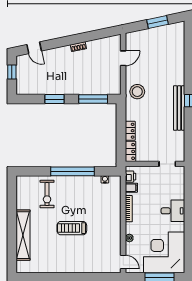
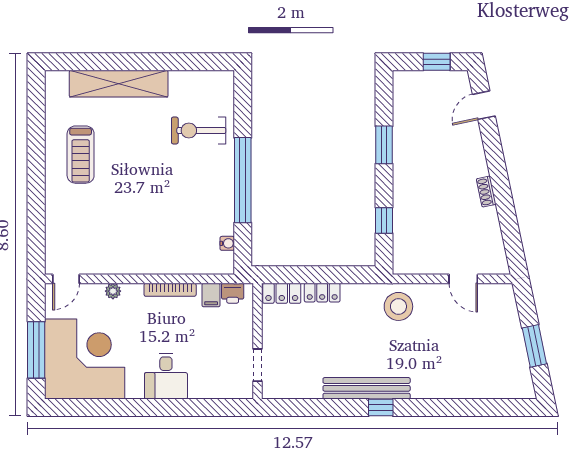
window: (93, 99) -> (384, 220), width x0.46
treadmill: (72, 228) -> (81, 155), moved, turned 180

